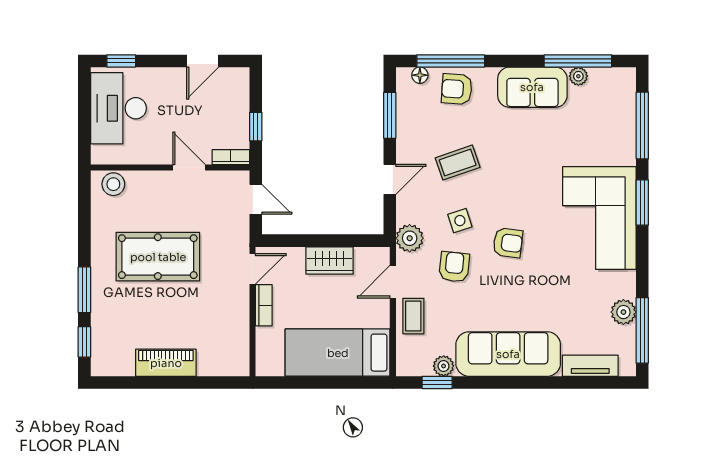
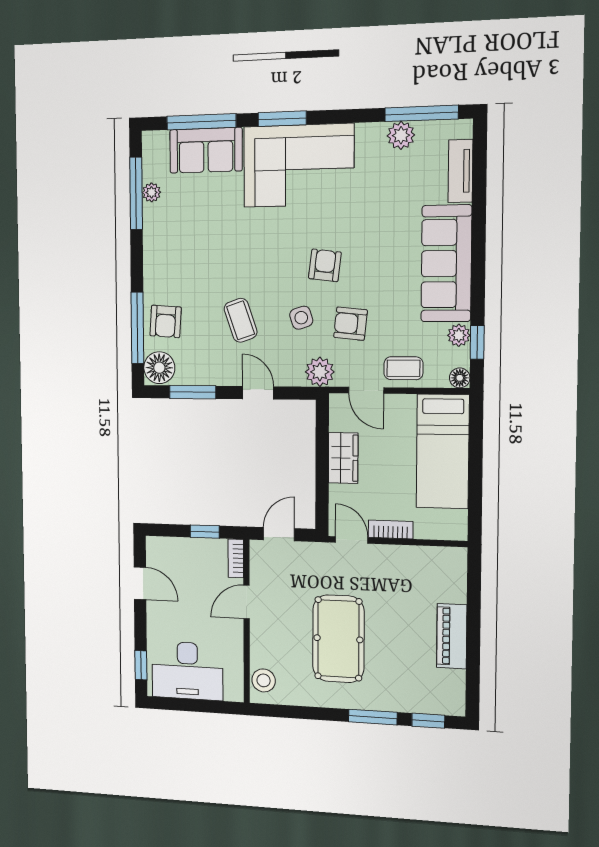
floor lamp: (420, 75) -> (159, 368), width x1.89, depth x1.89
sofa: (532, 87) -> (206, 150), moved, turned 90
floor lamp: (405, 367) -> (460, 378), added

